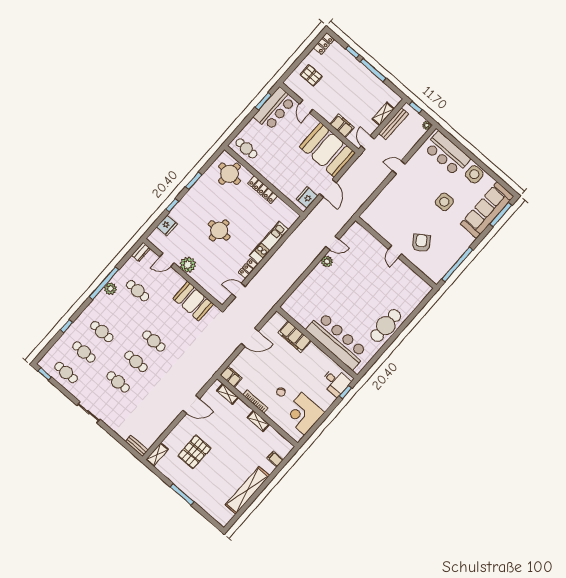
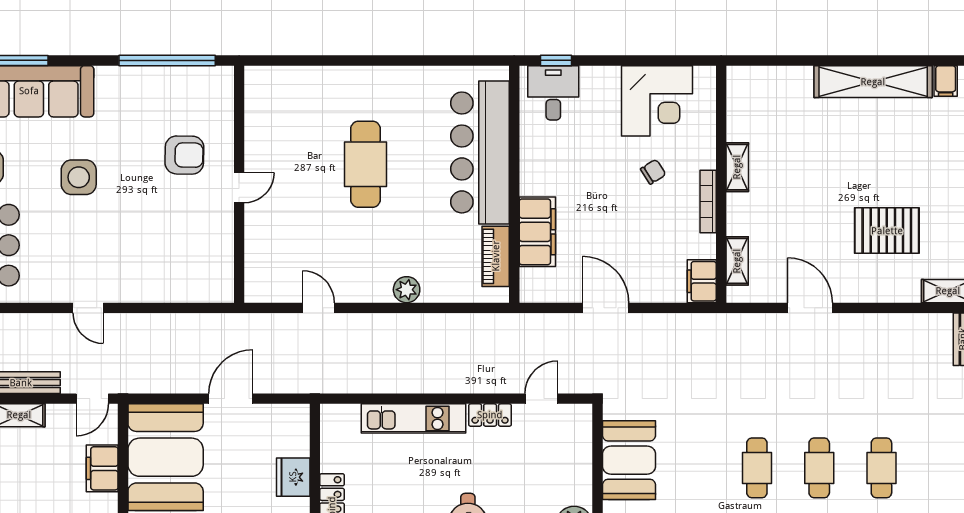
fridge: (307, 198) -> (293, 477), moved, turned 90
armchair: (421, 243) -> (184, 155), turned -144
plant: (327, 261) -> (407, 290), moved
door: (239, 290) -> (541, 399), swing flipped
piano: (298, 316) -> (496, 256), added
cafe table: (386, 326) -> (365, 164), moved, turned 90
filing cabinet: (275, 459) -> (946, 81), moved

